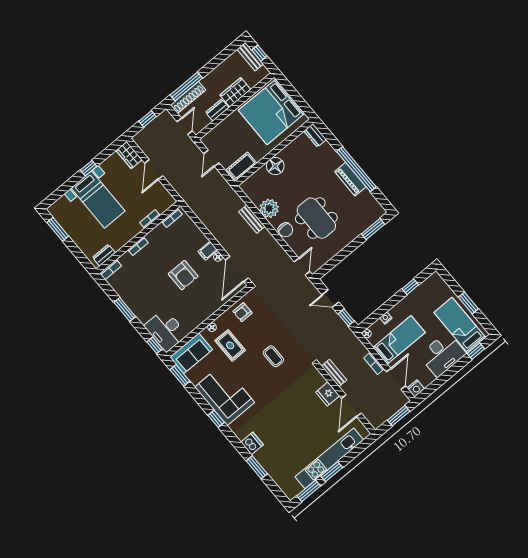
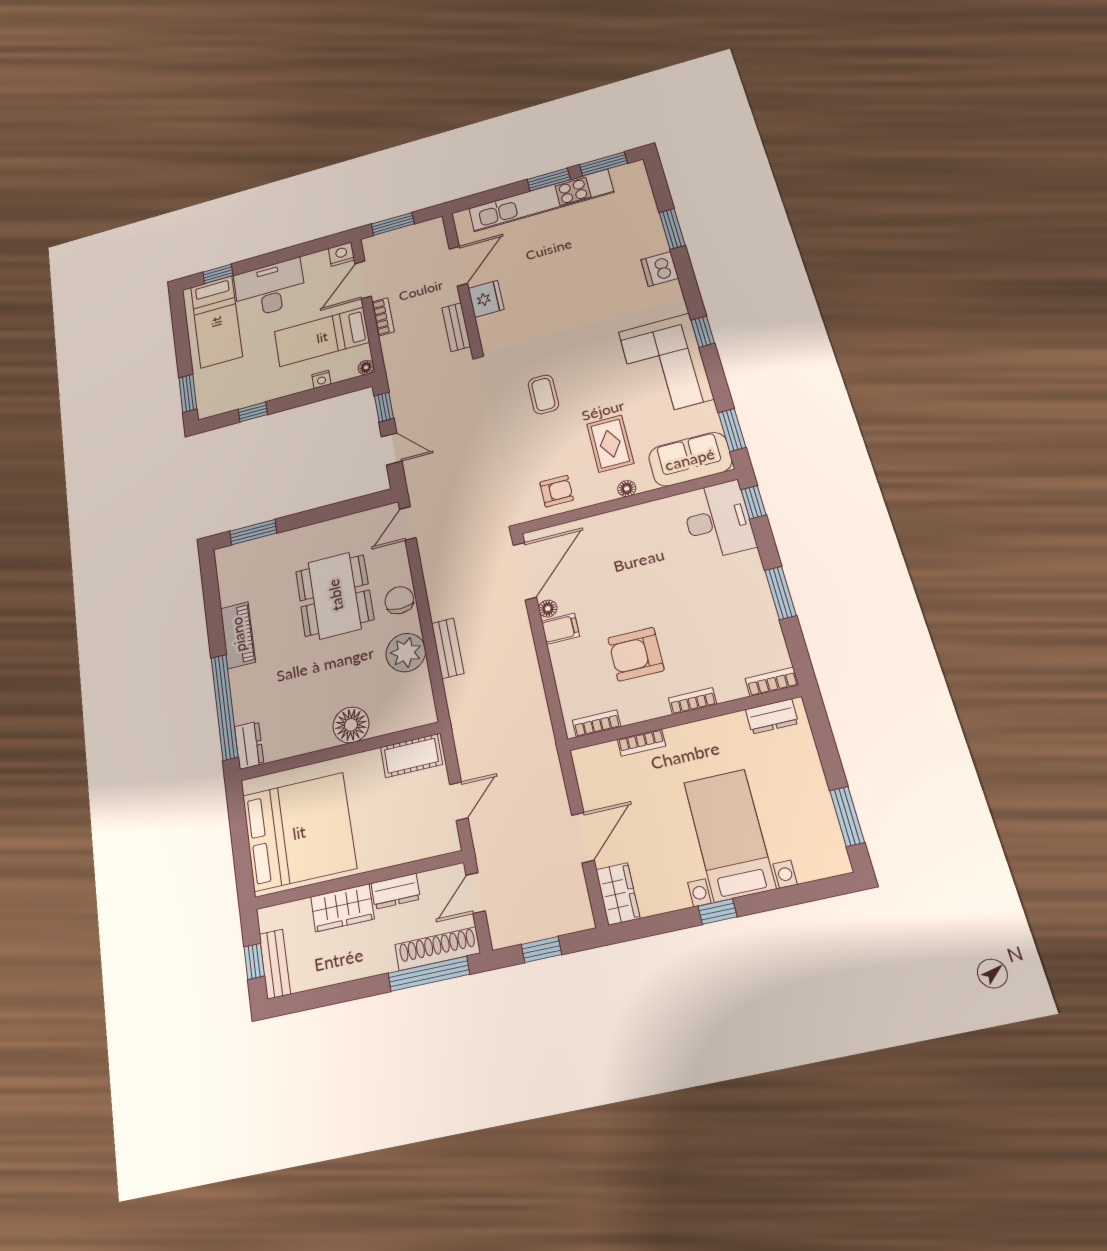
window: (356, 169) -> (224, 707), moved
armchair: (183, 275) -> (636, 654), moved, turned -90
window: (468, 303) -> (188, 393), moved

